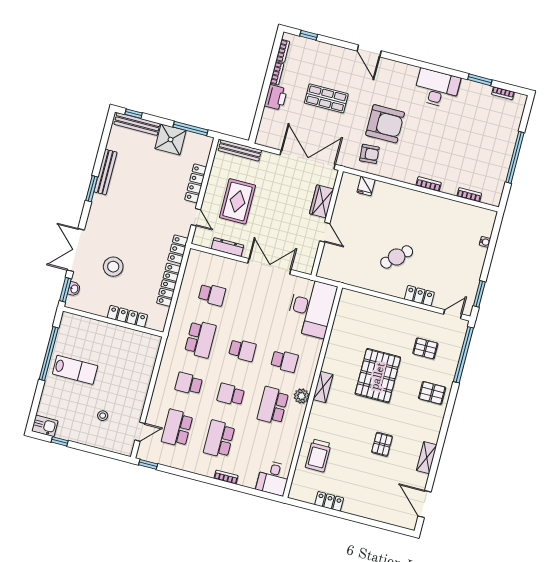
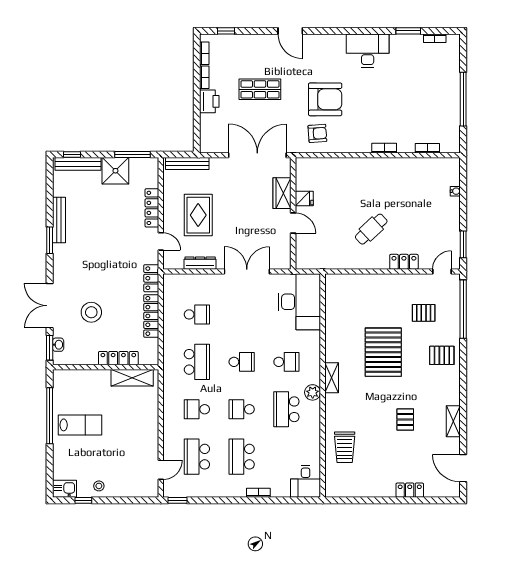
fridge: (366, 186) -> (304, 199), moved, turned -90
shelving: (135, 338) -> (132, 378), added
stool: (103, 416) -> (99, 486), moved
locker: (329, 501) -> (410, 490), moved

